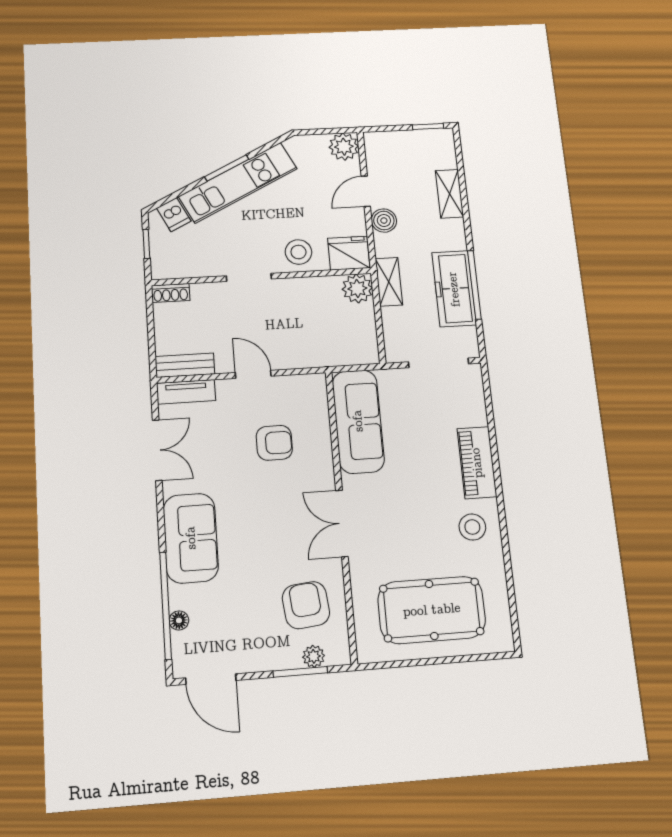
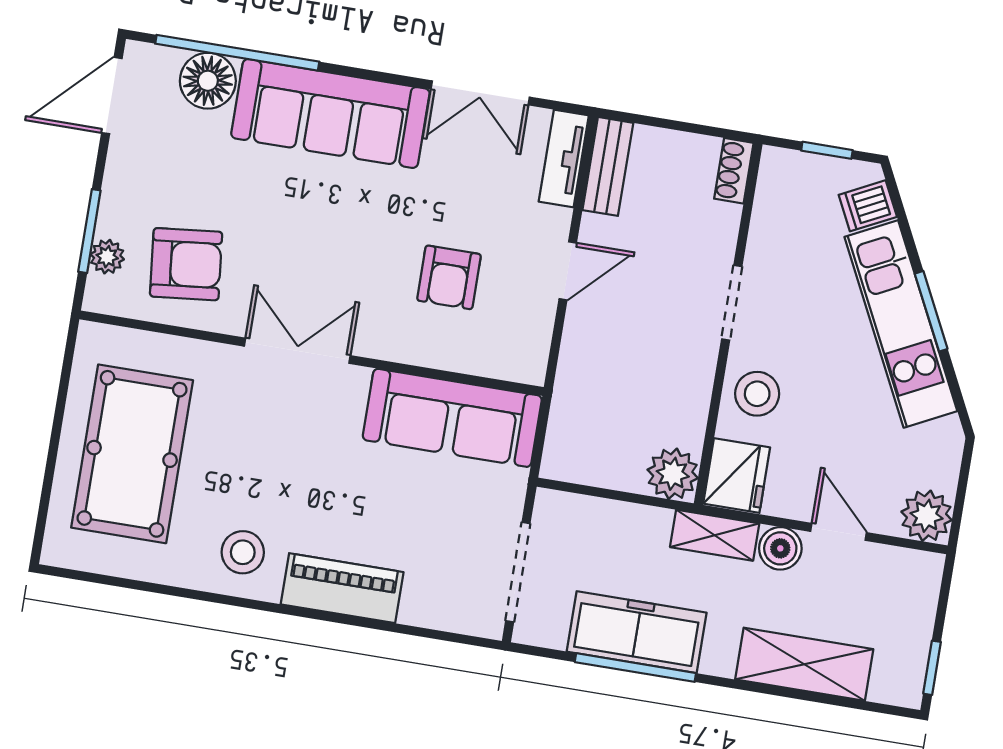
shelving: (449, 194) -> (804, 664), width x1.50, depth x1.33
shelving: (389, 282) -> (715, 535), moved
sofa: (191, 538) -> (330, 114), width x1.36
floor lamp: (179, 620) -> (208, 81), width x1.89, depth x1.89

